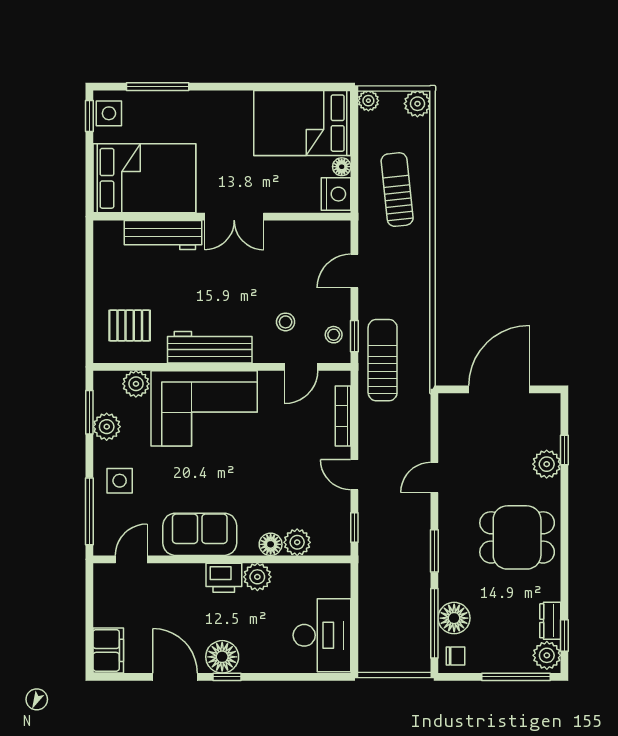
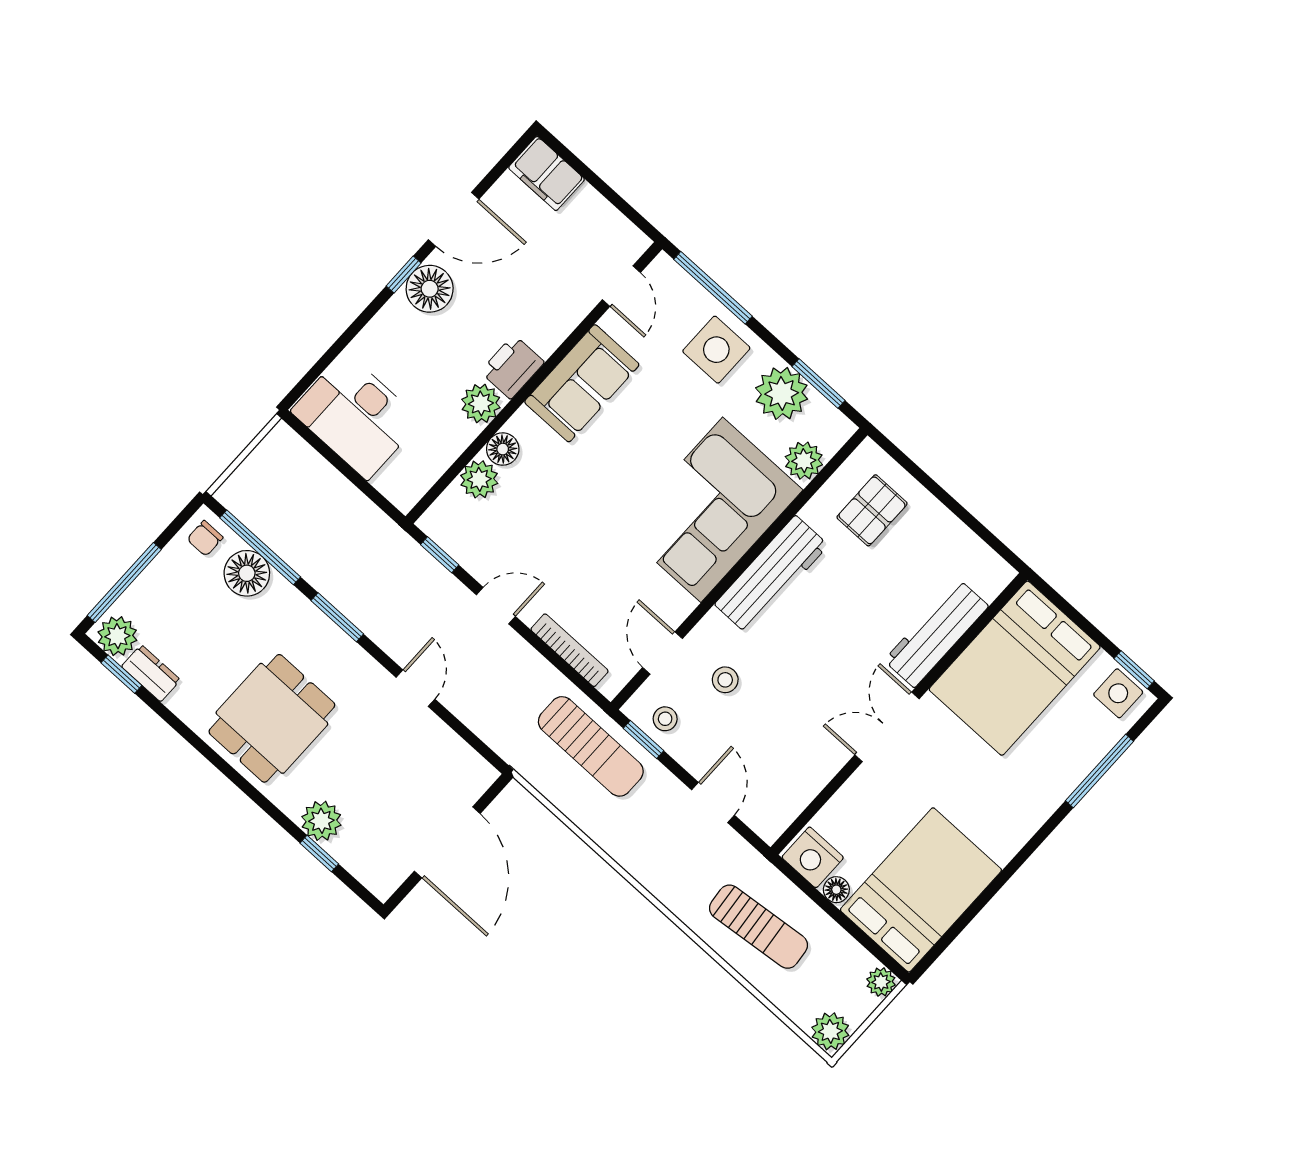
plant: (107, 427) -> (782, 393), width x1.36, depth x1.36
side table: (120, 481) -> (716, 350), width x1.37, depth x1.37

